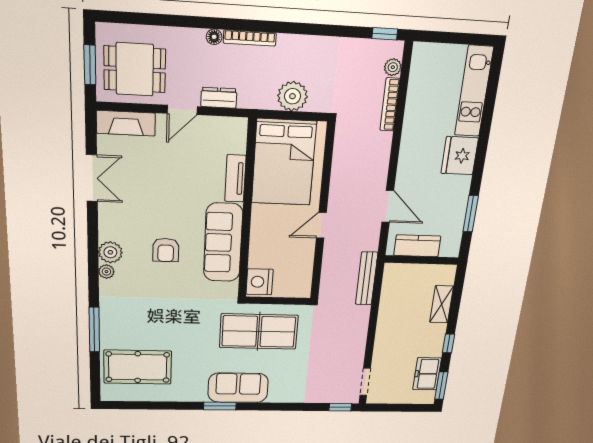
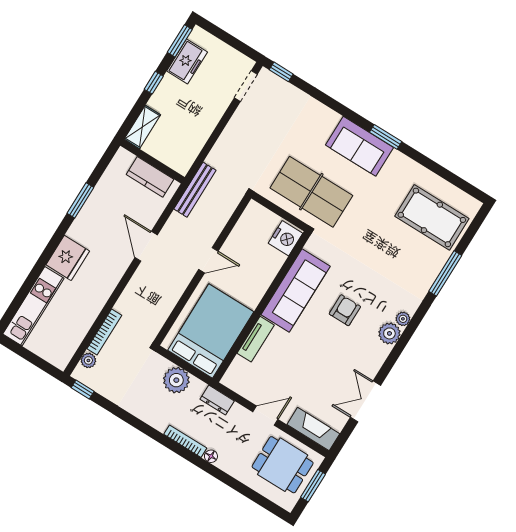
dresser: (219, 98) -> (217, 400), moved
kitchen counter: (417, 246) -> (150, 177), moved
wall: (422, 260) -> (152, 161), moved

